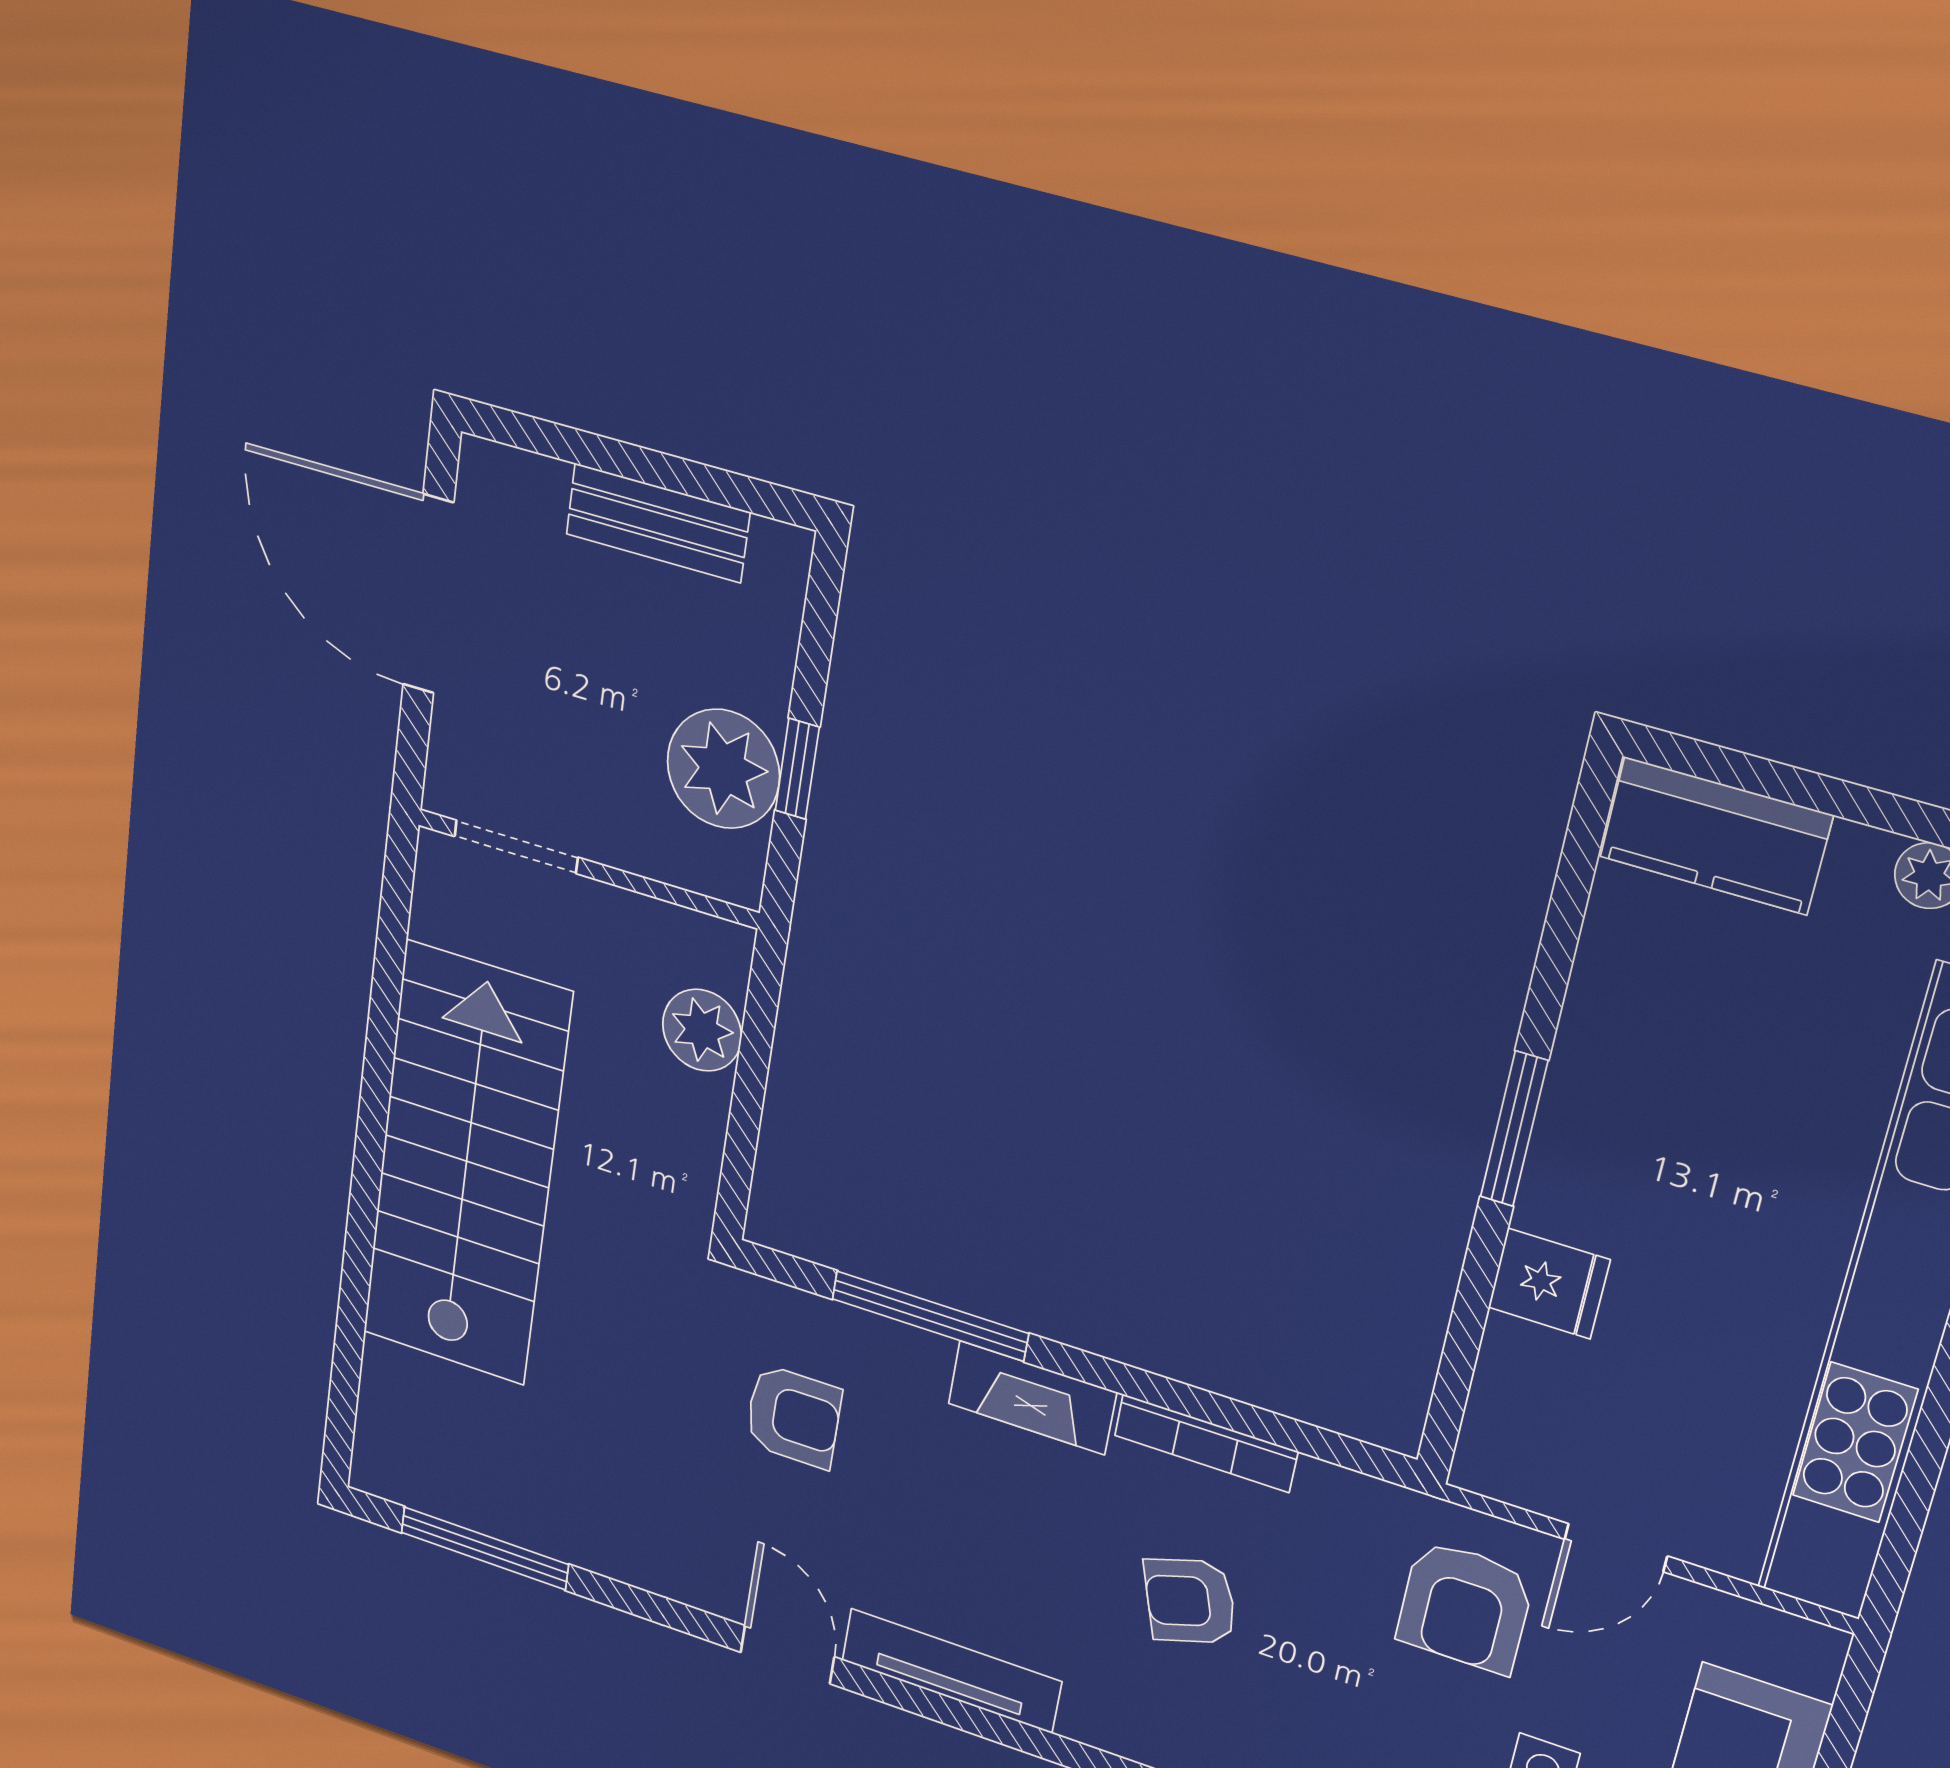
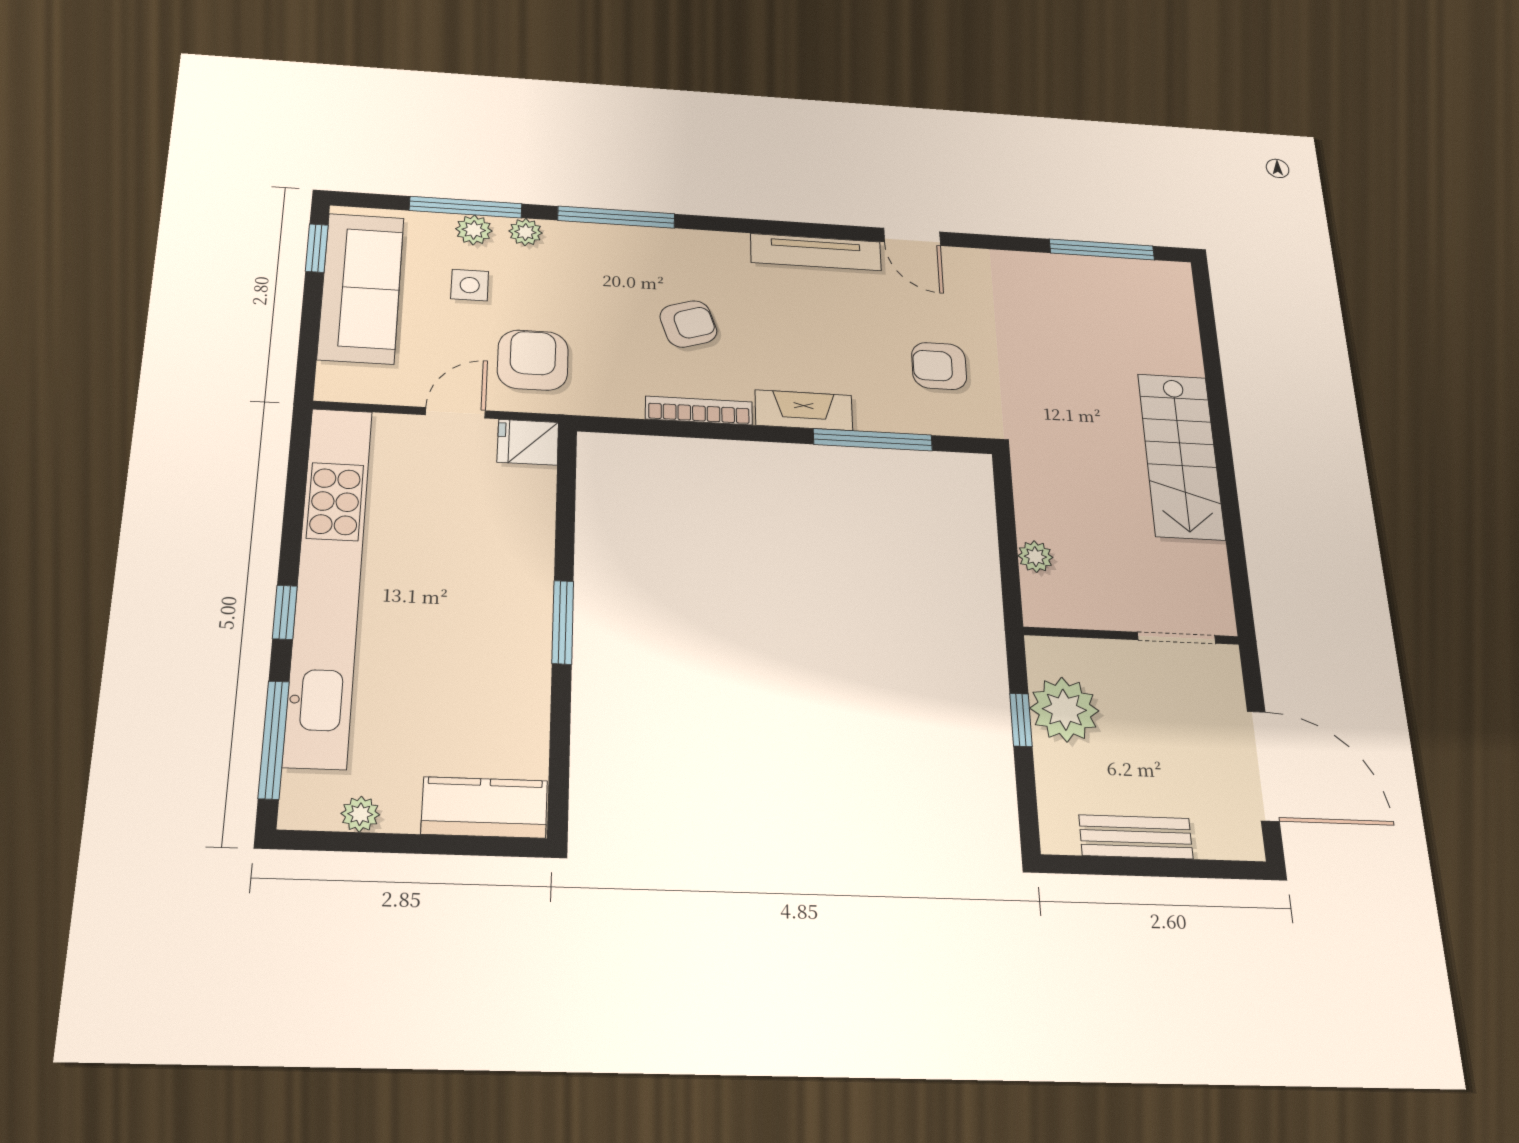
plant: (702, 1030) -> (1035, 557), width x0.73, depth x0.73
stairs: (466, 1166) -> (1181, 456), width x0.73, depth x0.66
fridge: (1549, 1284) -> (528, 442), moved

